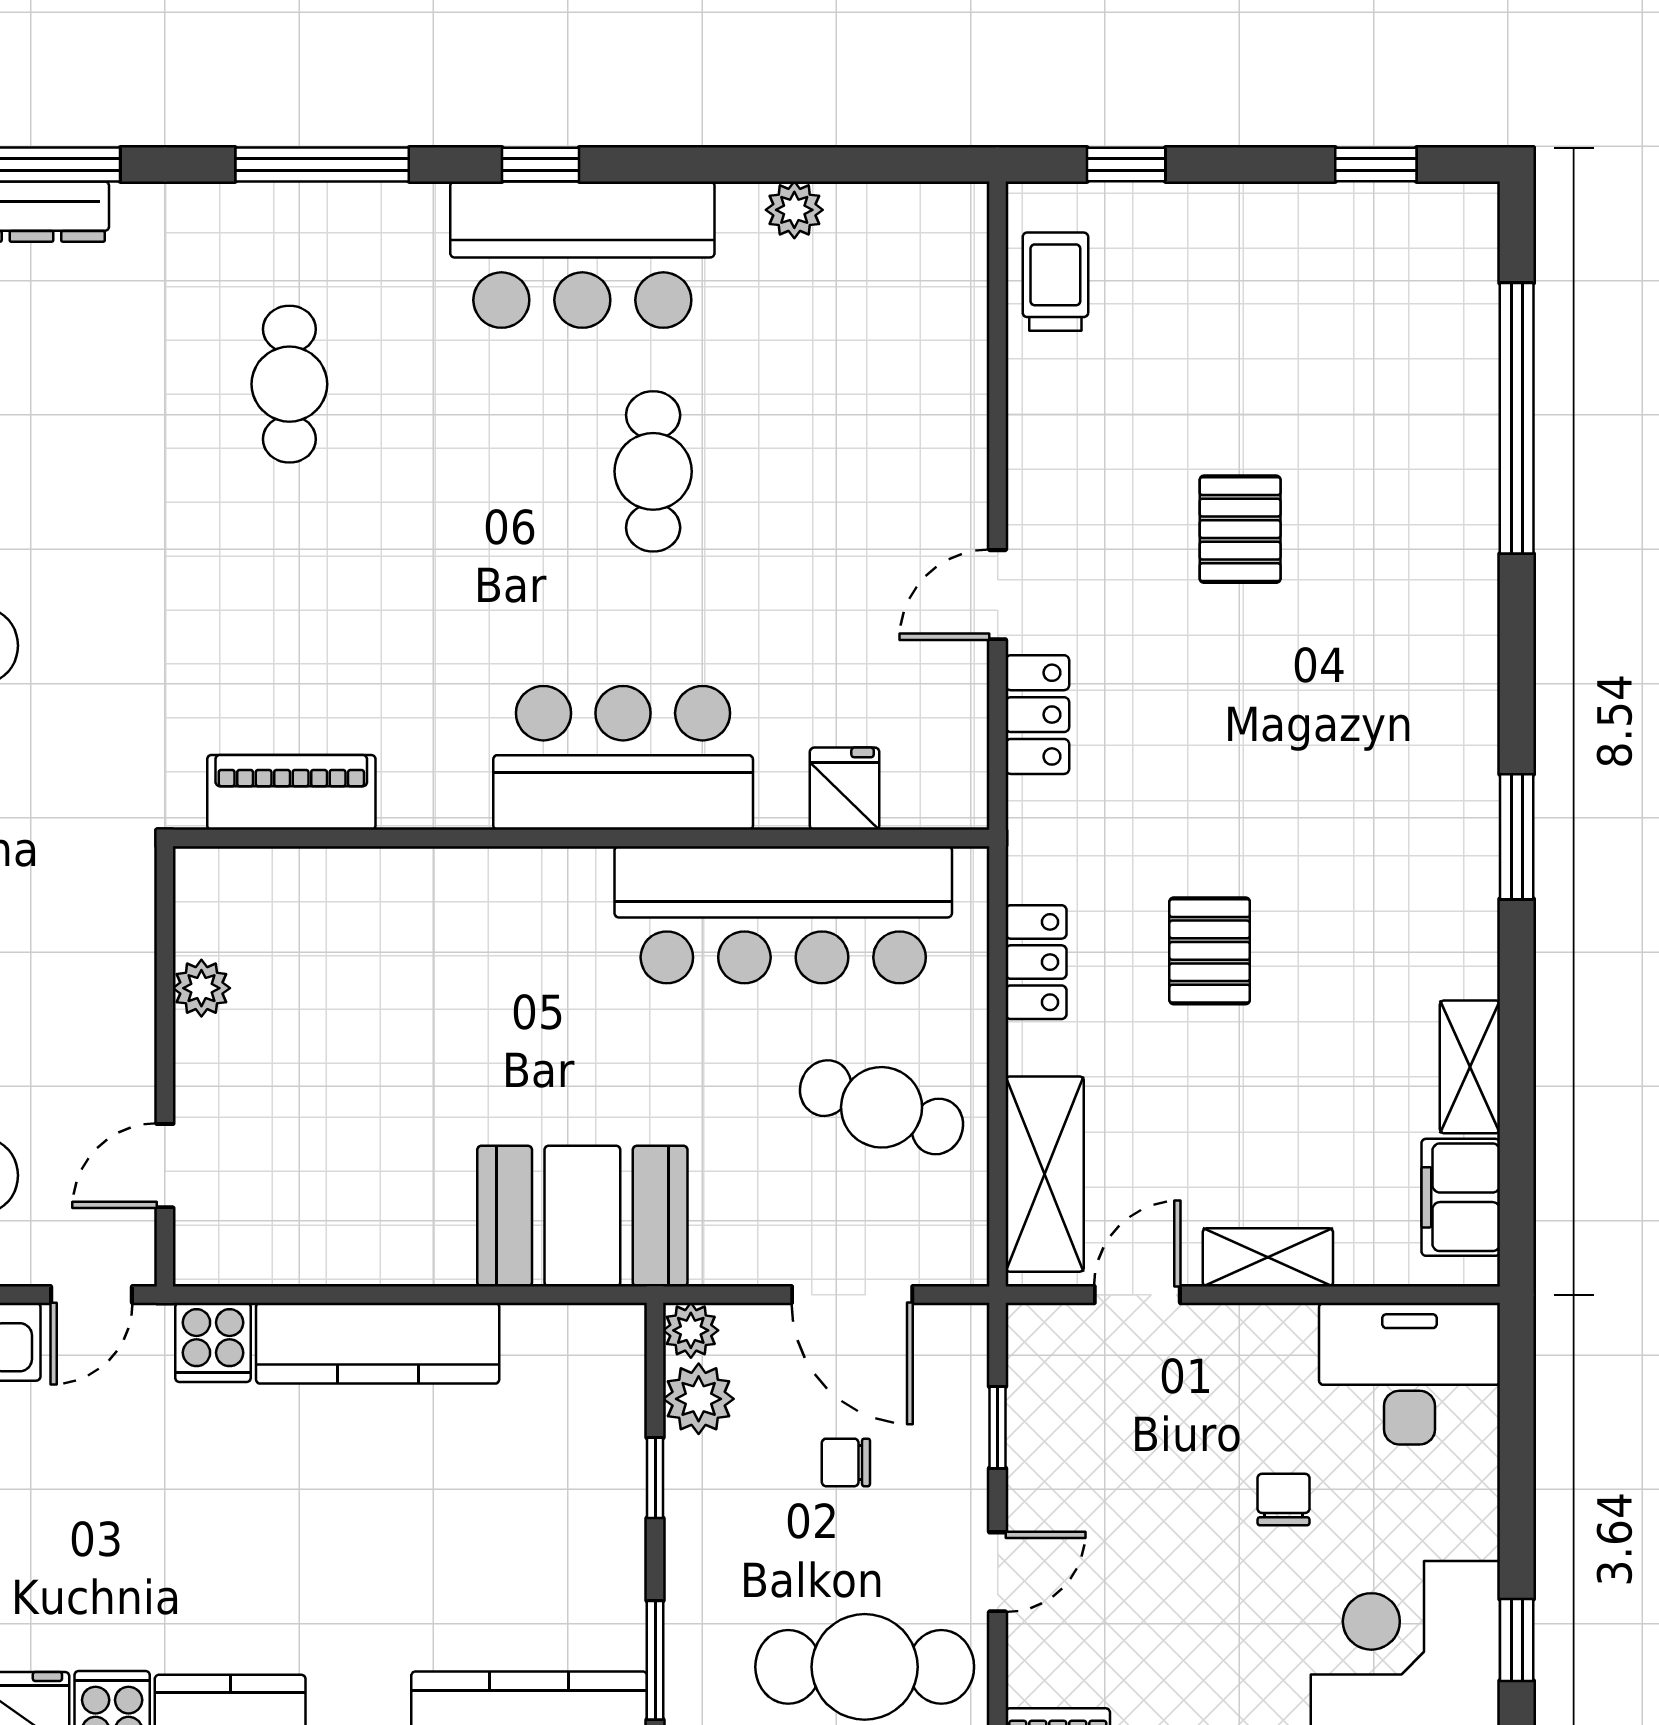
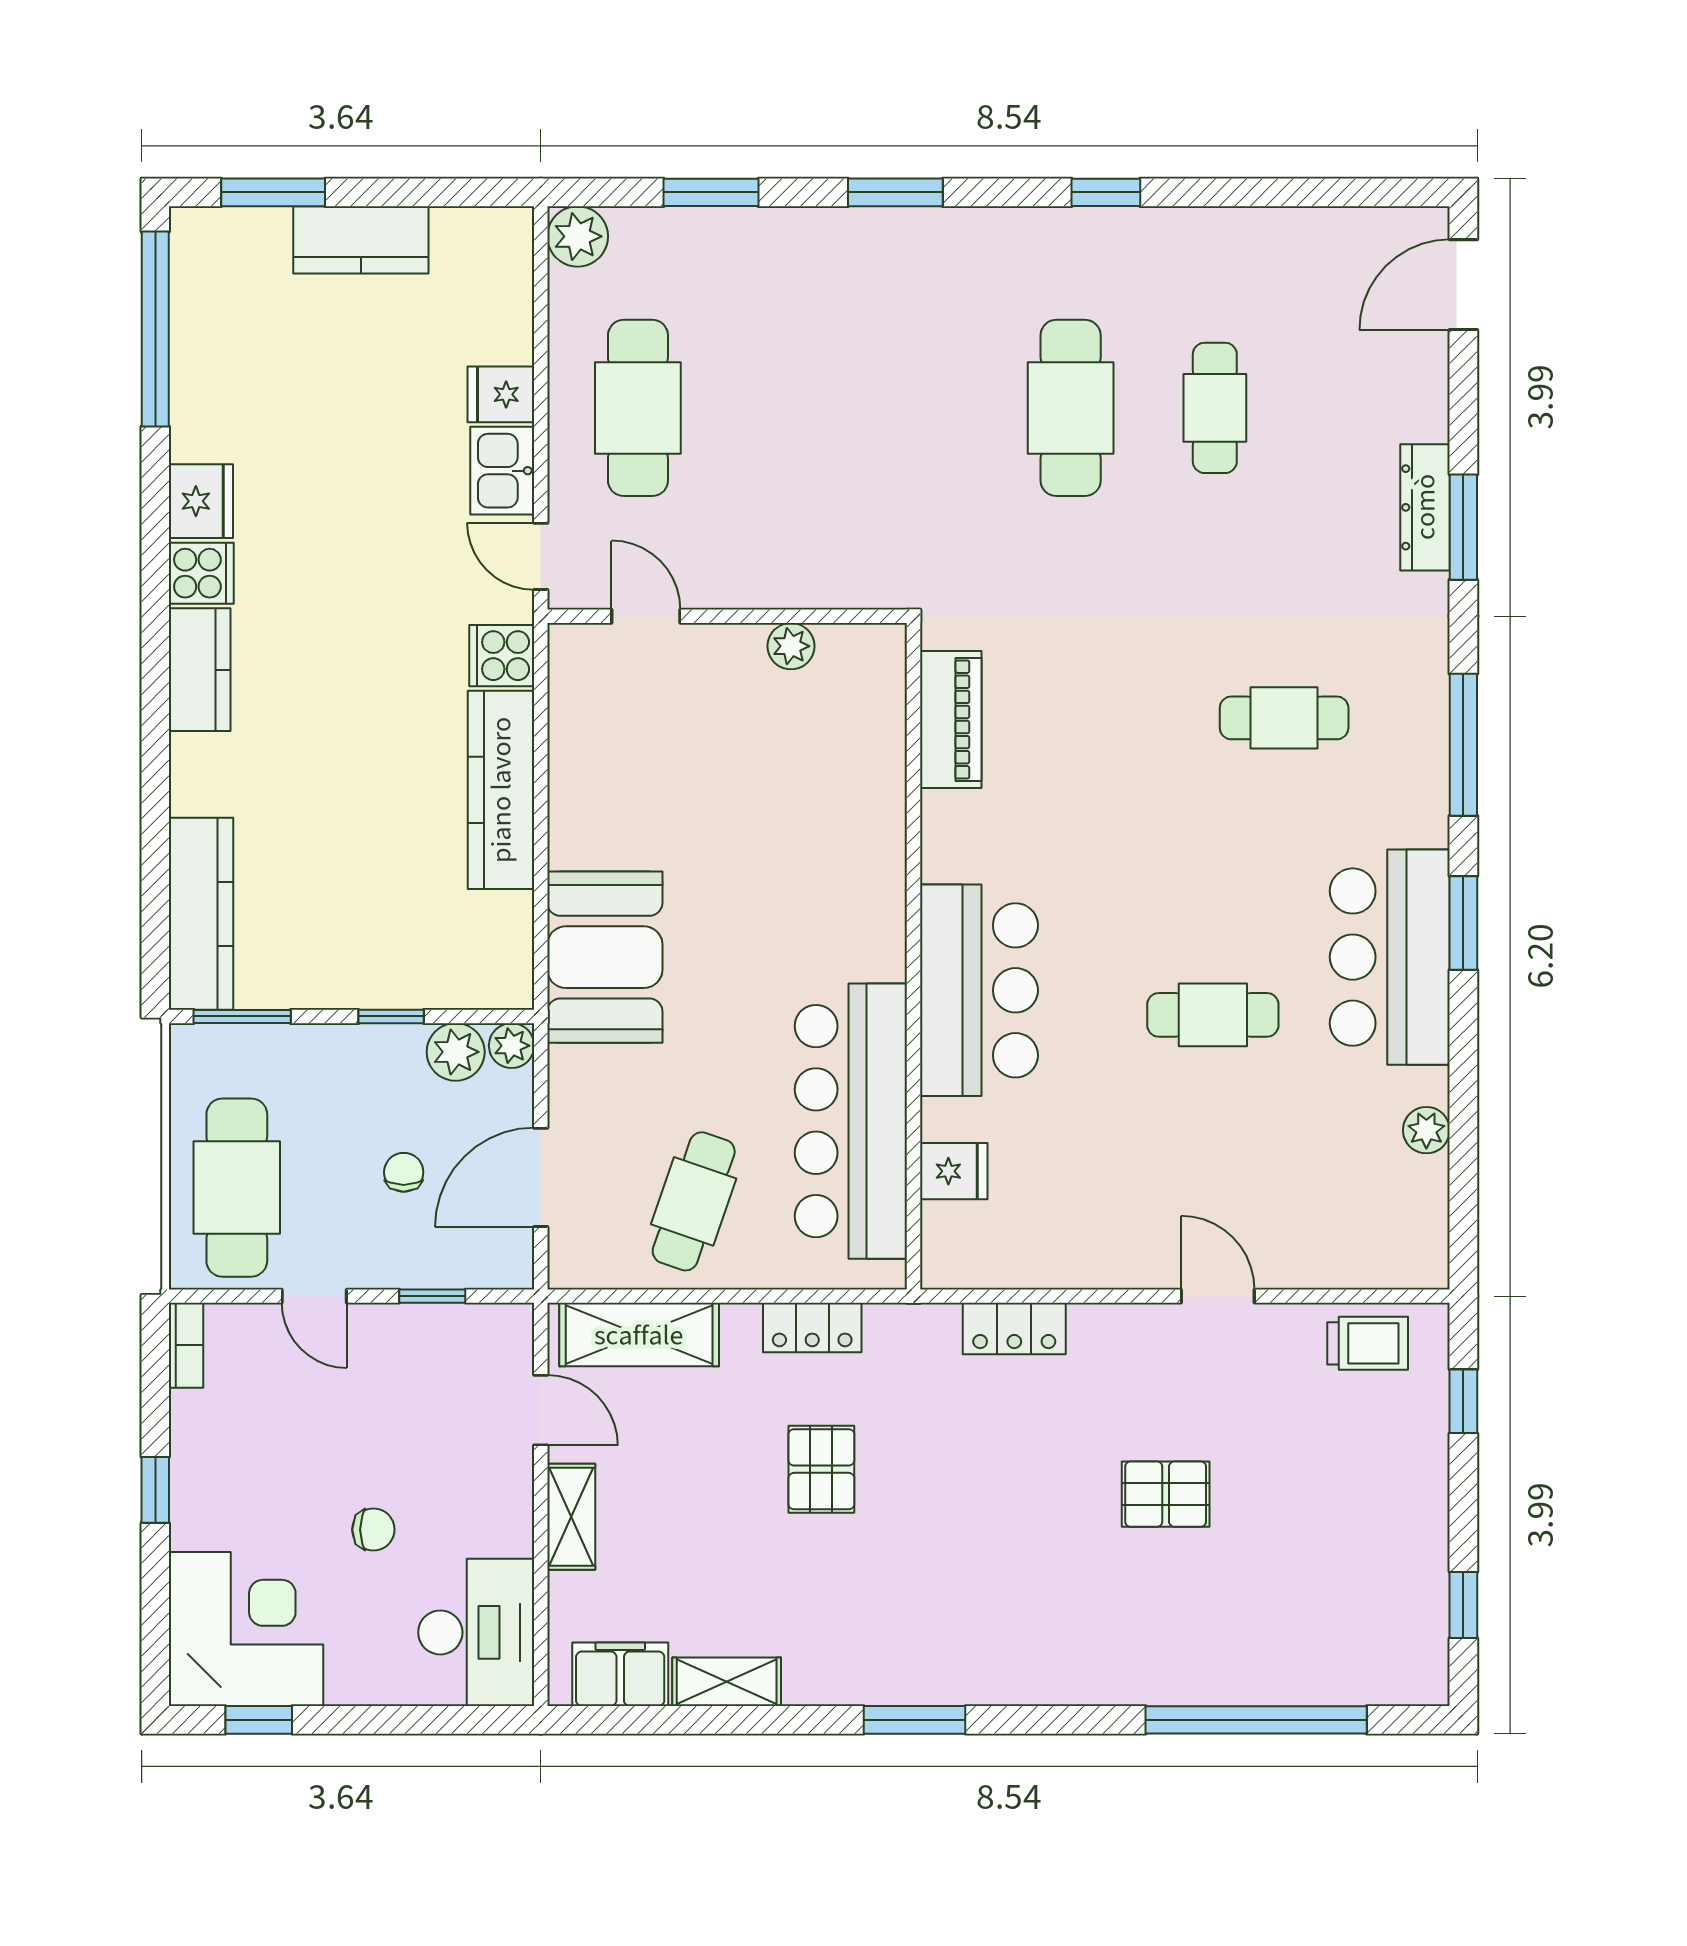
window: (541, 164) -> (1463, 923), width x1.50
door: (998, 595) -> (1218, 1296), moved
pallet: (1210, 951) -> (821, 1469), turned 90

